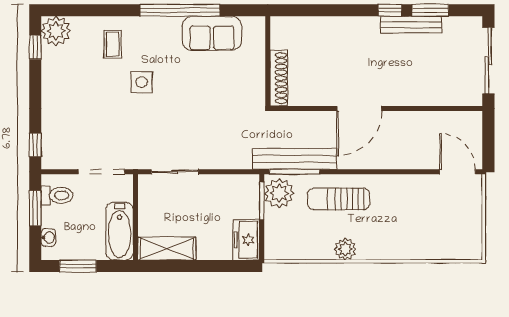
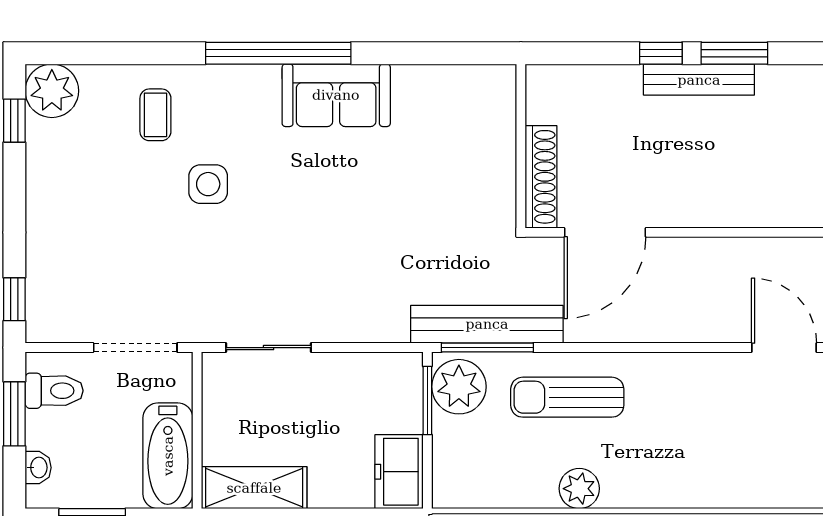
wall: (268, 61) -> (521, 146), moved
shoe rack: (279, 78) -> (541, 177), moved

